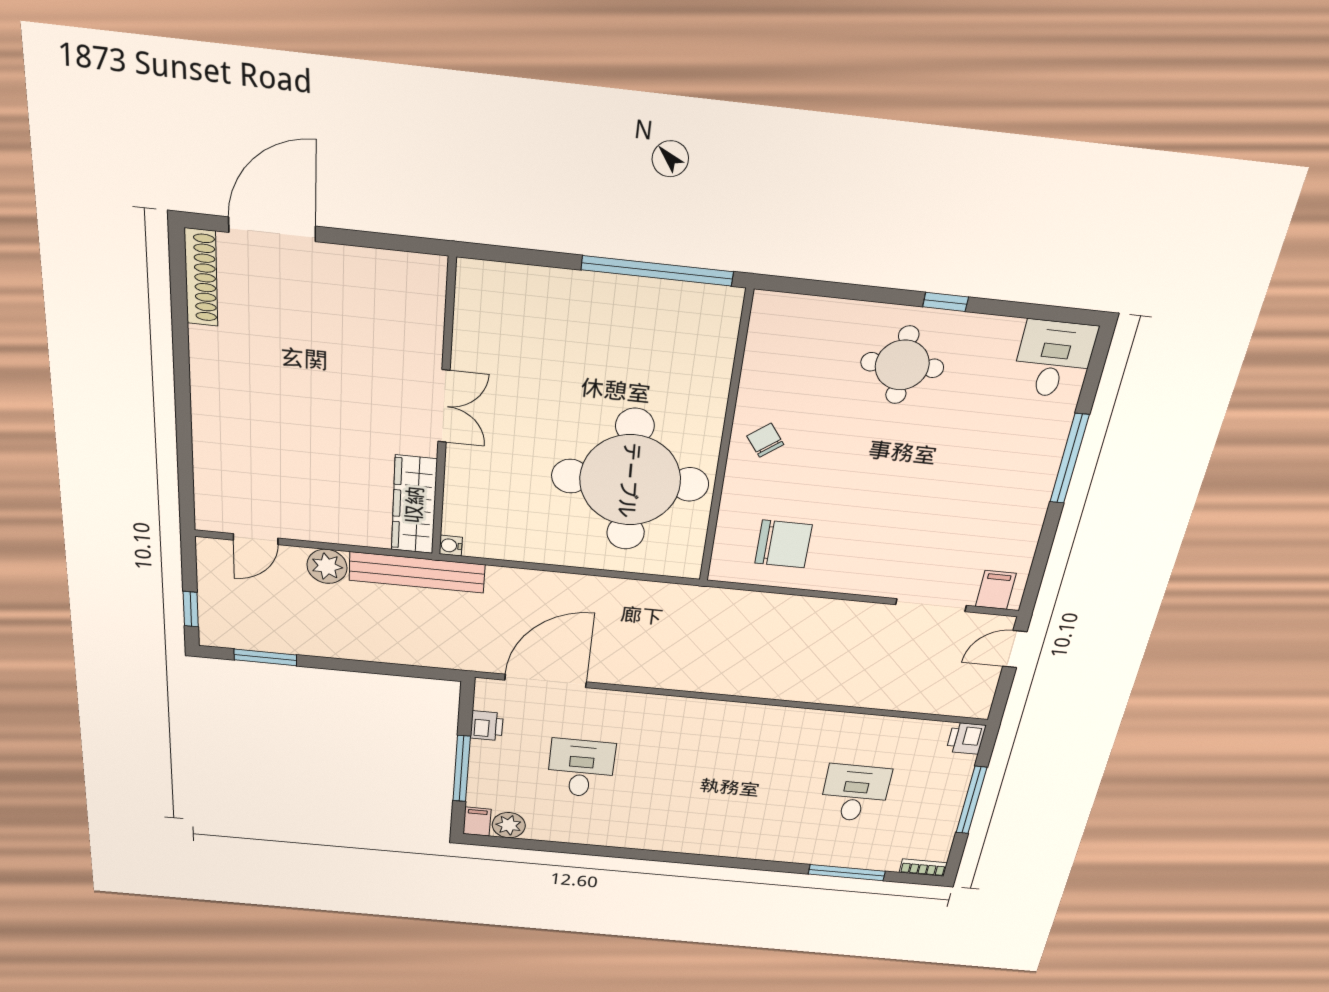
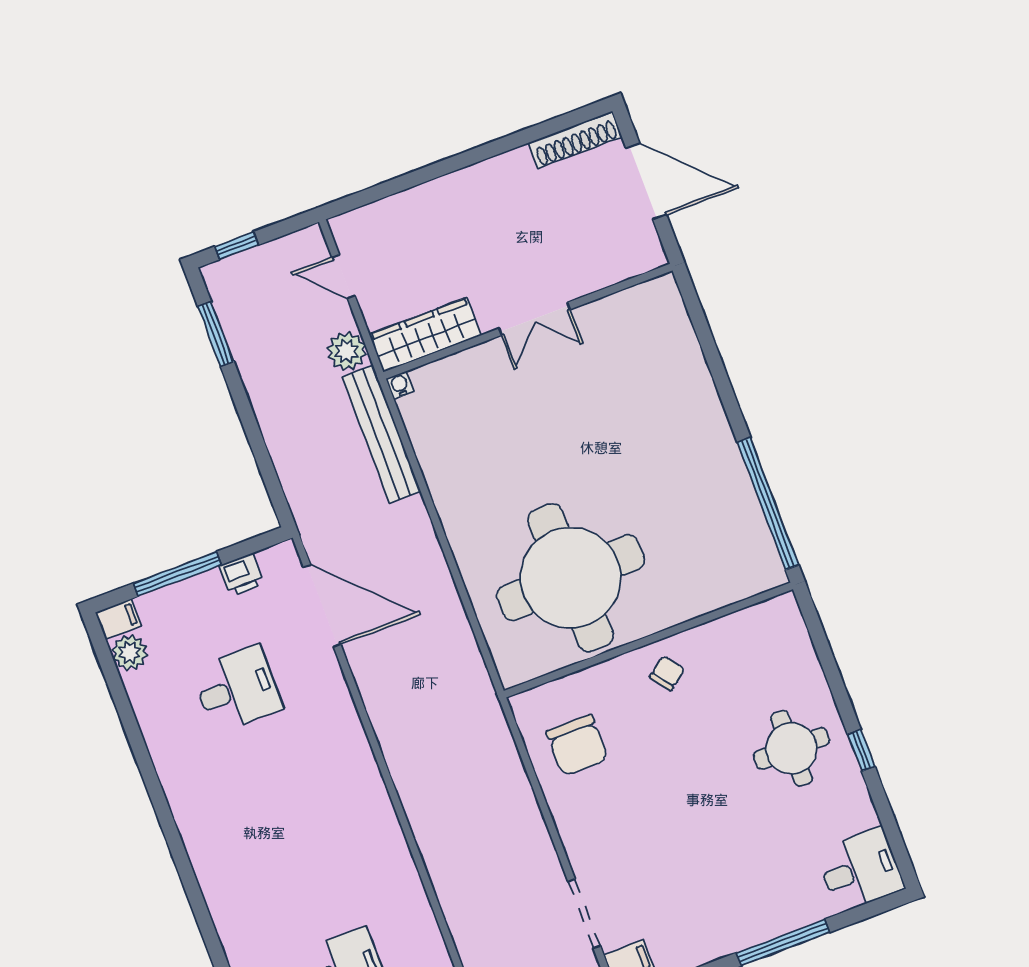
double door: (444, 406) -> (534, 319), moved
wall: (444, 413) -> (528, 321), moved
wardrobe: (414, 505) -> (425, 335), moved
water cooler: (451, 546) -> (400, 385), moved

